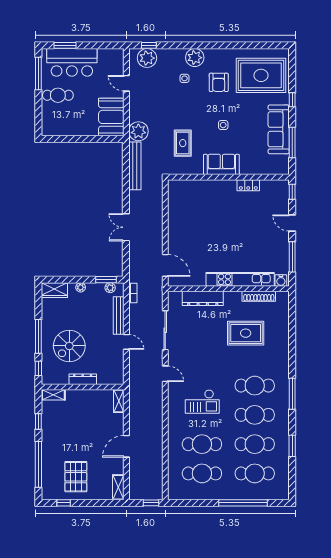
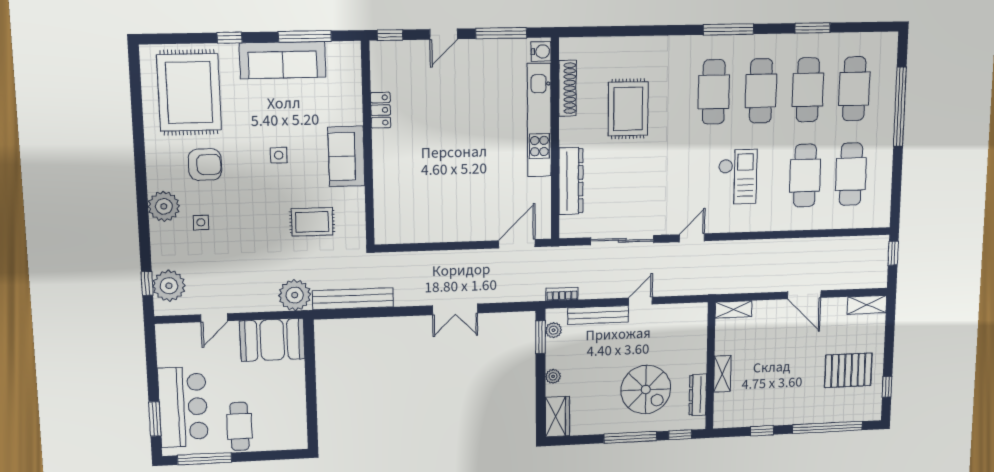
dresser: (83, 379) -> (698, 395), moved
shelving: (53, 395) -> (722, 374), moved

